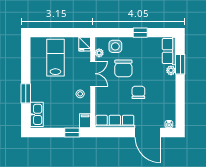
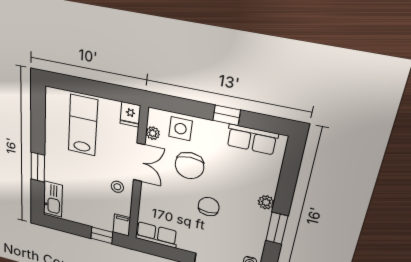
row of seats: (169, 51) -> (252, 139), moved, turned -90
window: (180, 64) -> (277, 228), moved
plant: (171, 70) -> (266, 202), moved
row of seats: (115, 122) -> (156, 235), width x0.68

